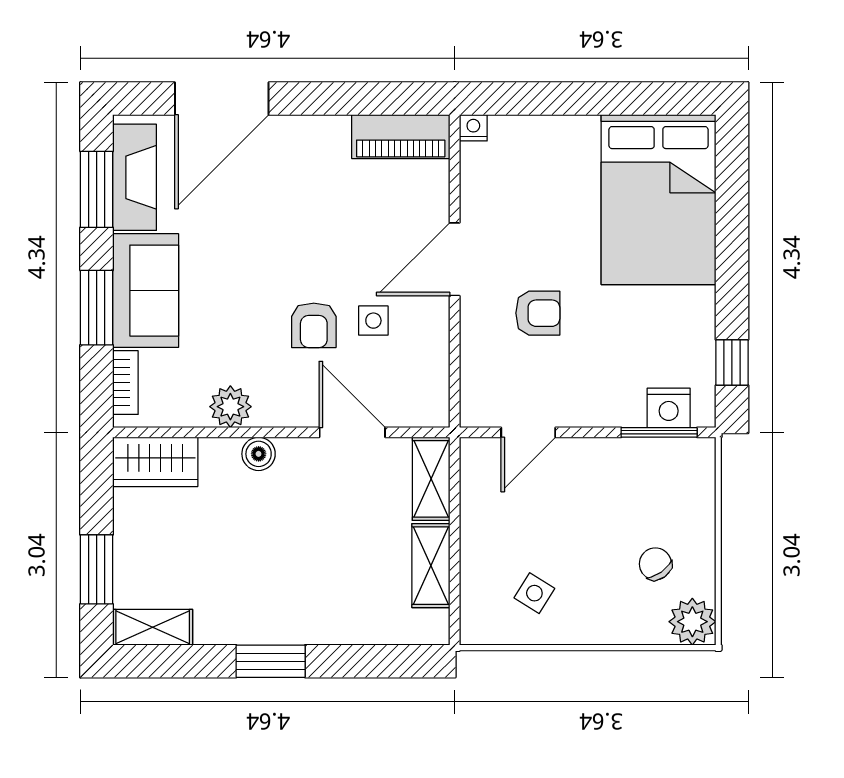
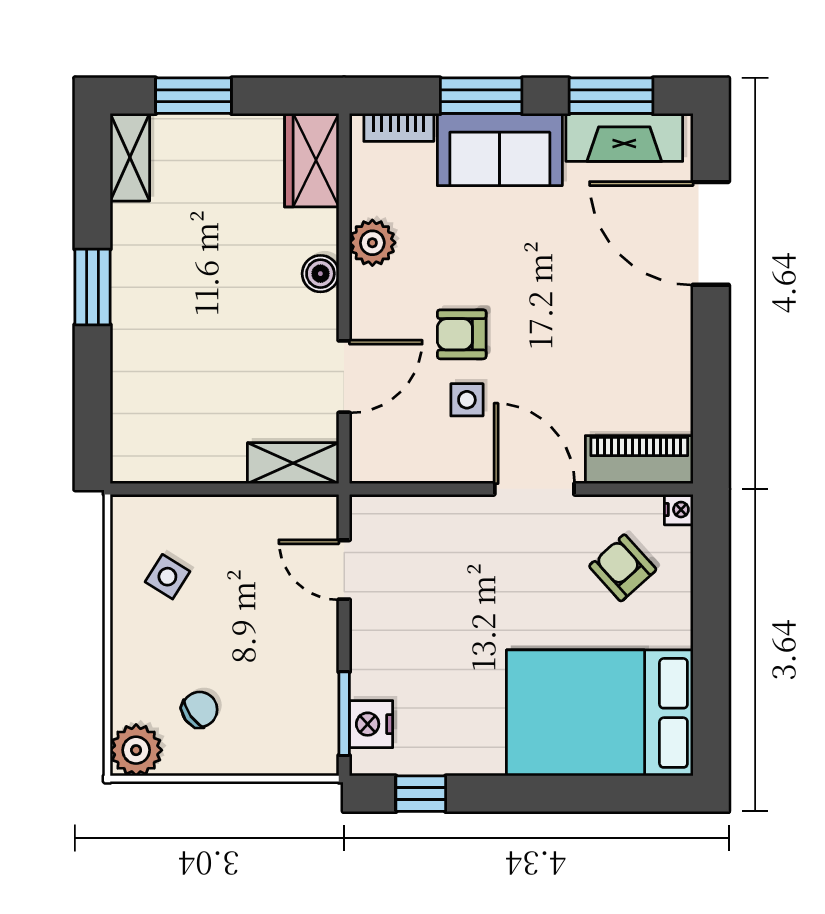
piano: (401, 137) -> (639, 460), moved, turned 90
armchair: (538, 313) -> (623, 568), moved, turned 138
shelving: (431, 566) -> (198, 463), removed

